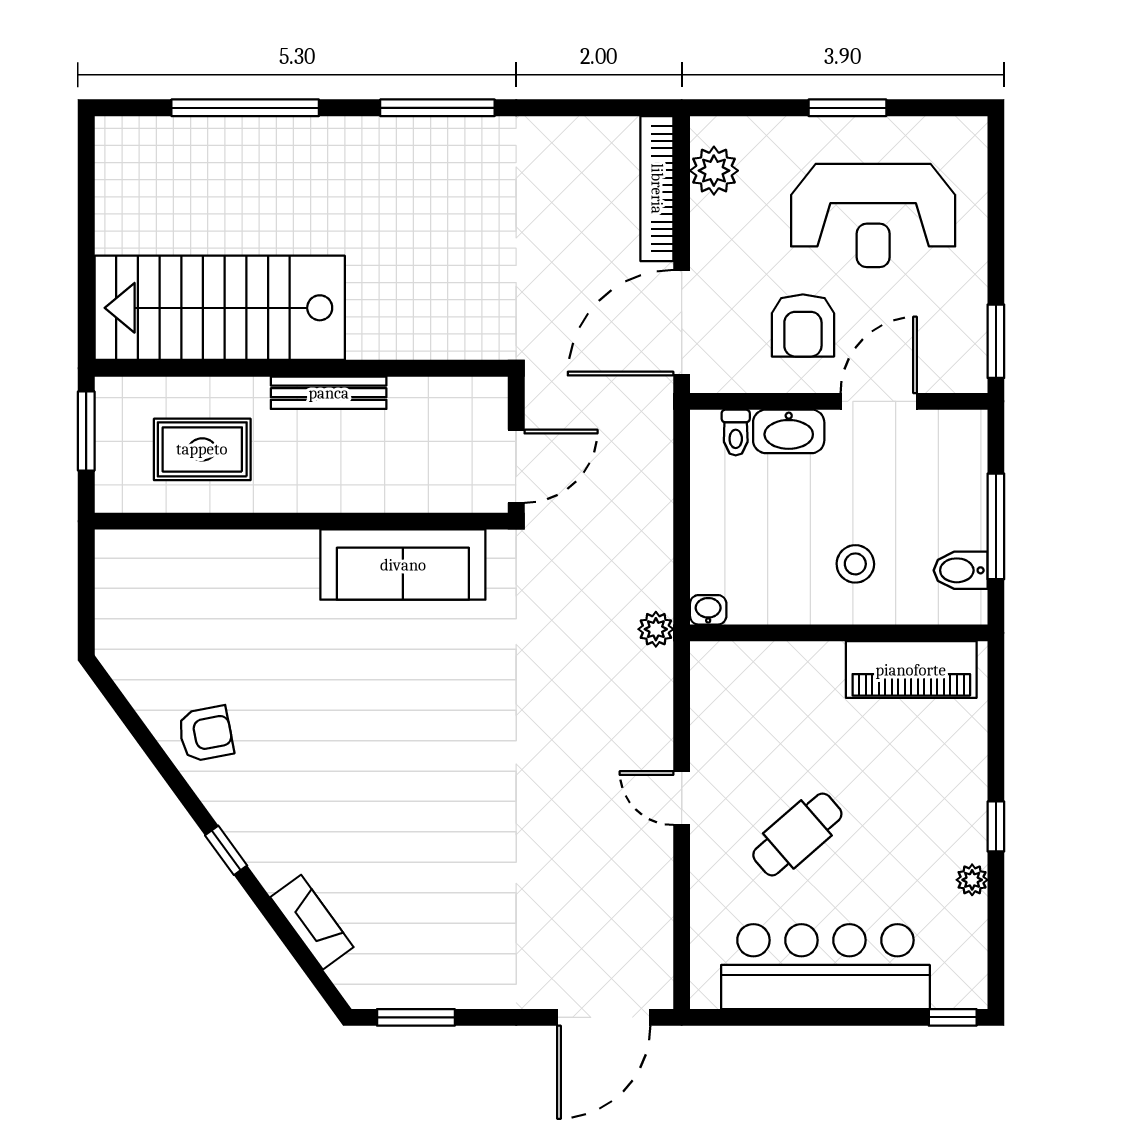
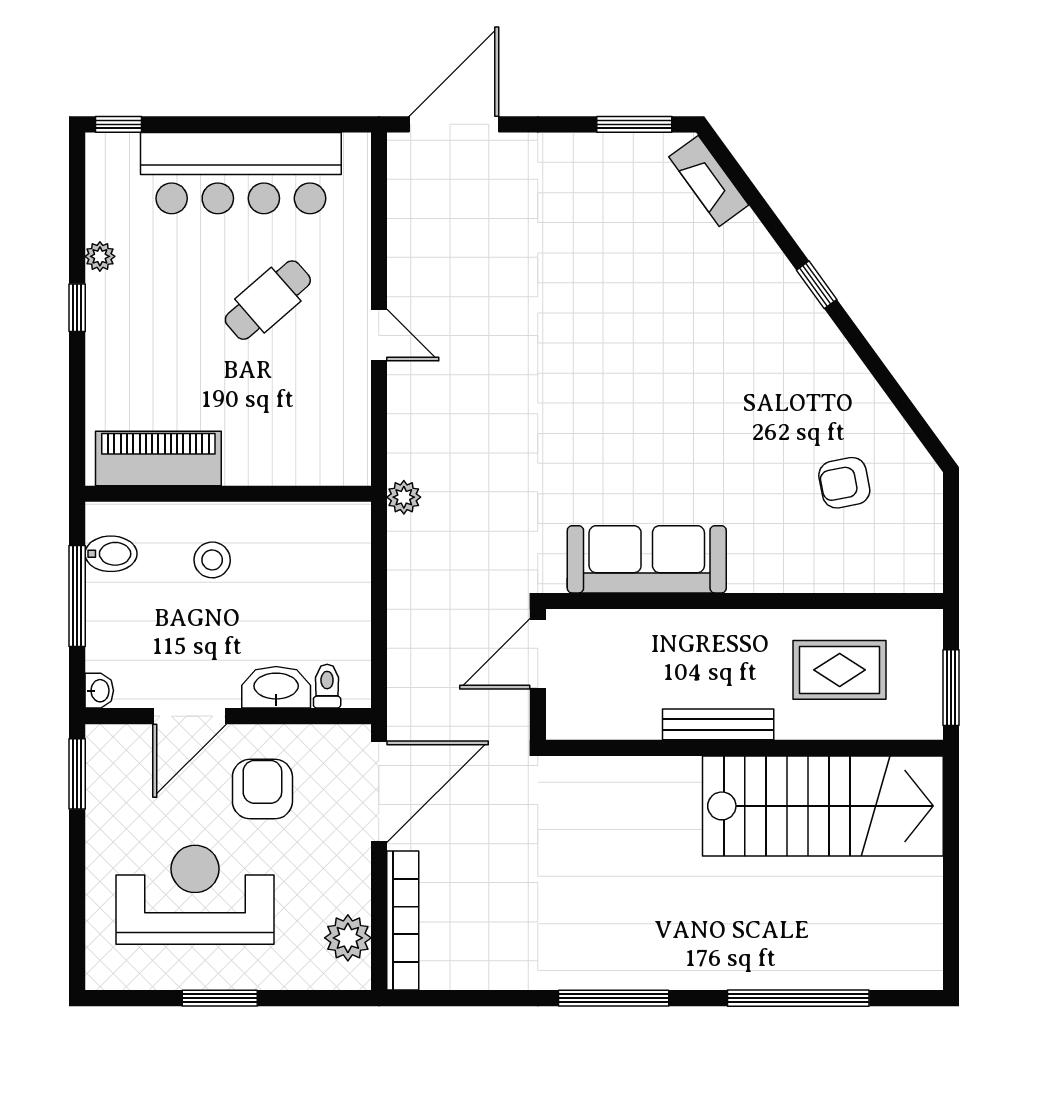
washbasin: (708, 610) -> (99, 691), moved, turned -90
armchair: (206, 734) -> (844, 483), moved
fireplace: (312, 922) -> (709, 181), moved

